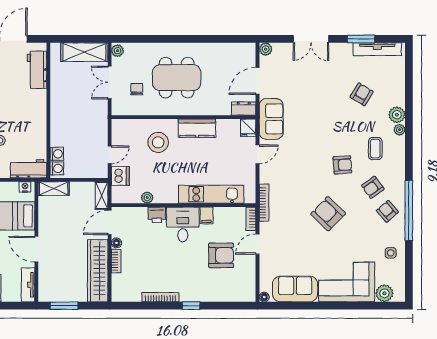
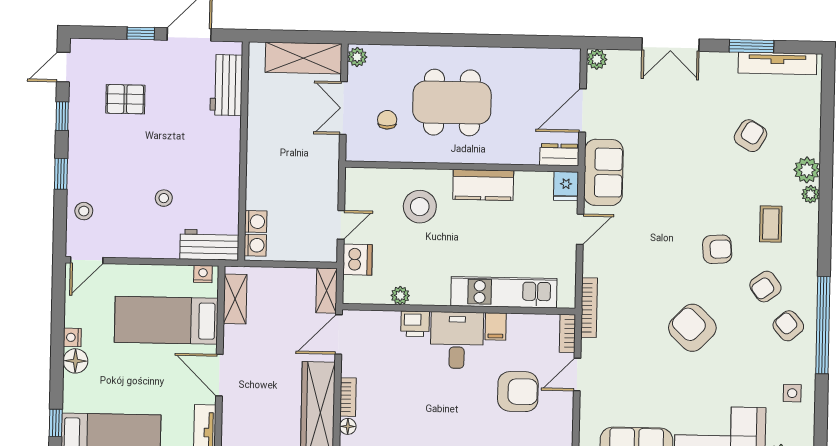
shelving: (54, 189) -> (235, 299), moved, turned 90
floor lamp: (116, 243) -> (348, 426), moved

